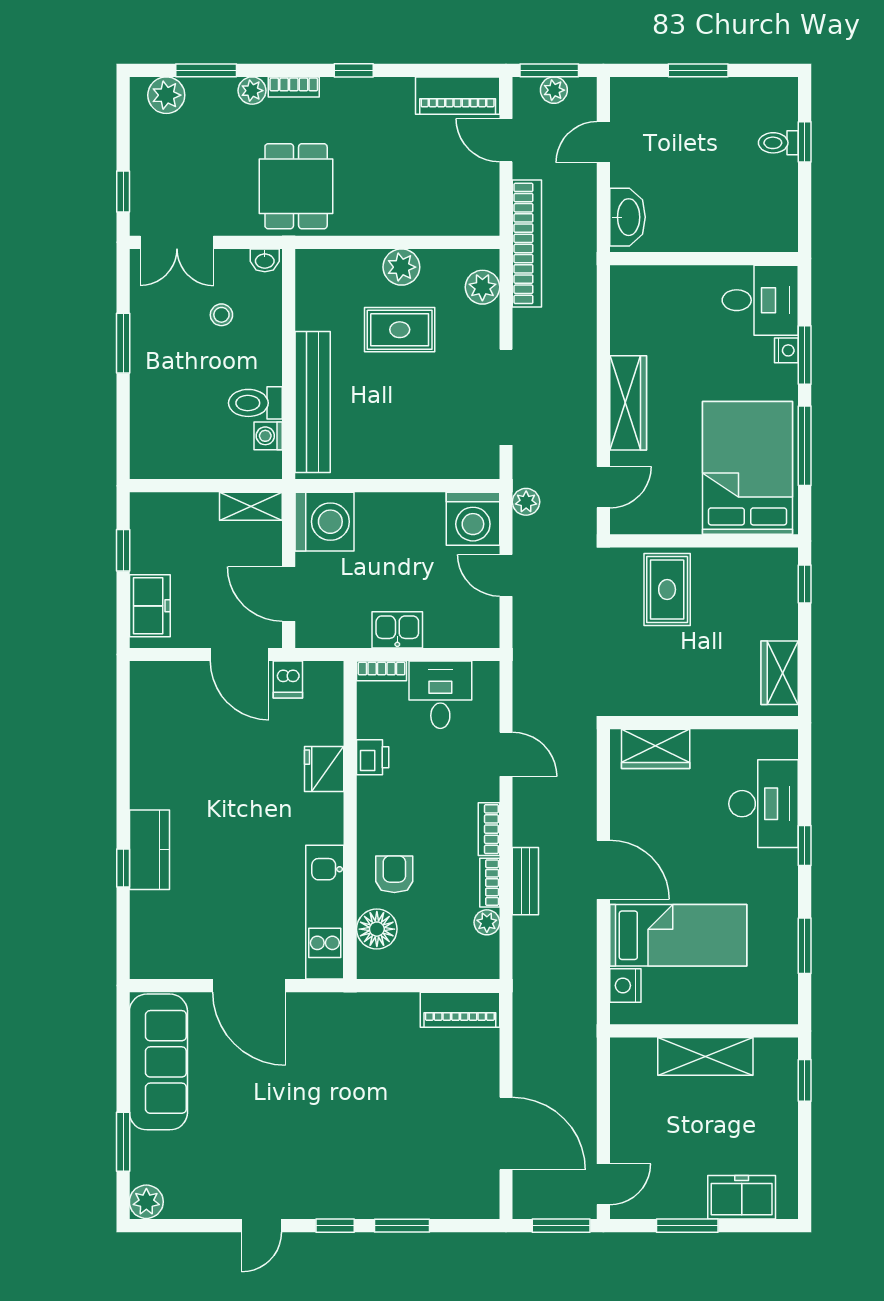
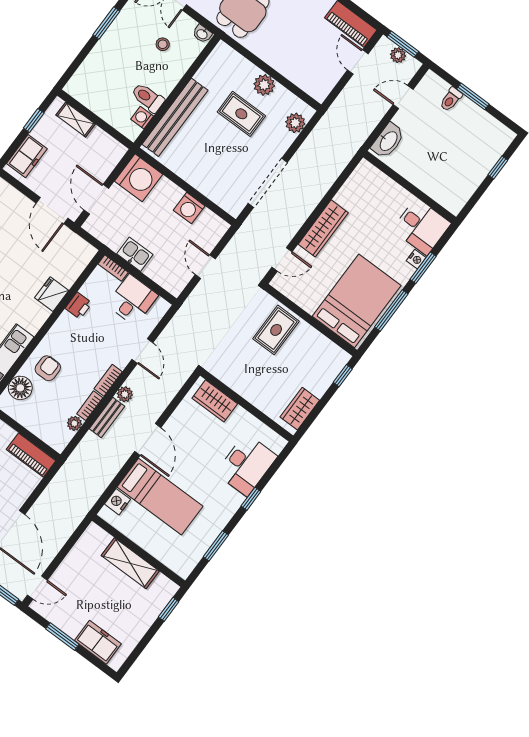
toilet: (778, 143) -> (451, 99), moved, turned -90
bookcase: (527, 243) -> (332, 118), removed
plant: (526, 502) -> (125, 394), moved
shelving: (251, 506) -> (76, 120), moved
washing machine: (473, 519) -> (189, 208), moved, width x0.73, depth x0.73
dishwasher: (288, 680) -> (66, 239), removed

